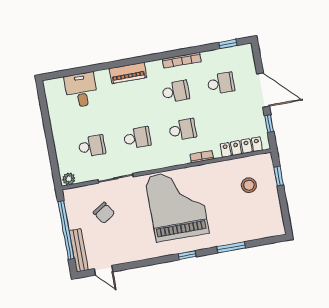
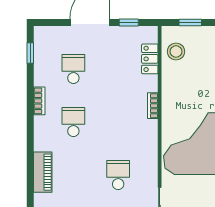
bookcase: (182, 60) -> (39, 101), width x0.64
school desk: (183, 130) -> (118, 122), removed
locker: (241, 147) -> (150, 59), width x0.66
stool: (249, 185) -> (176, 51), moved

